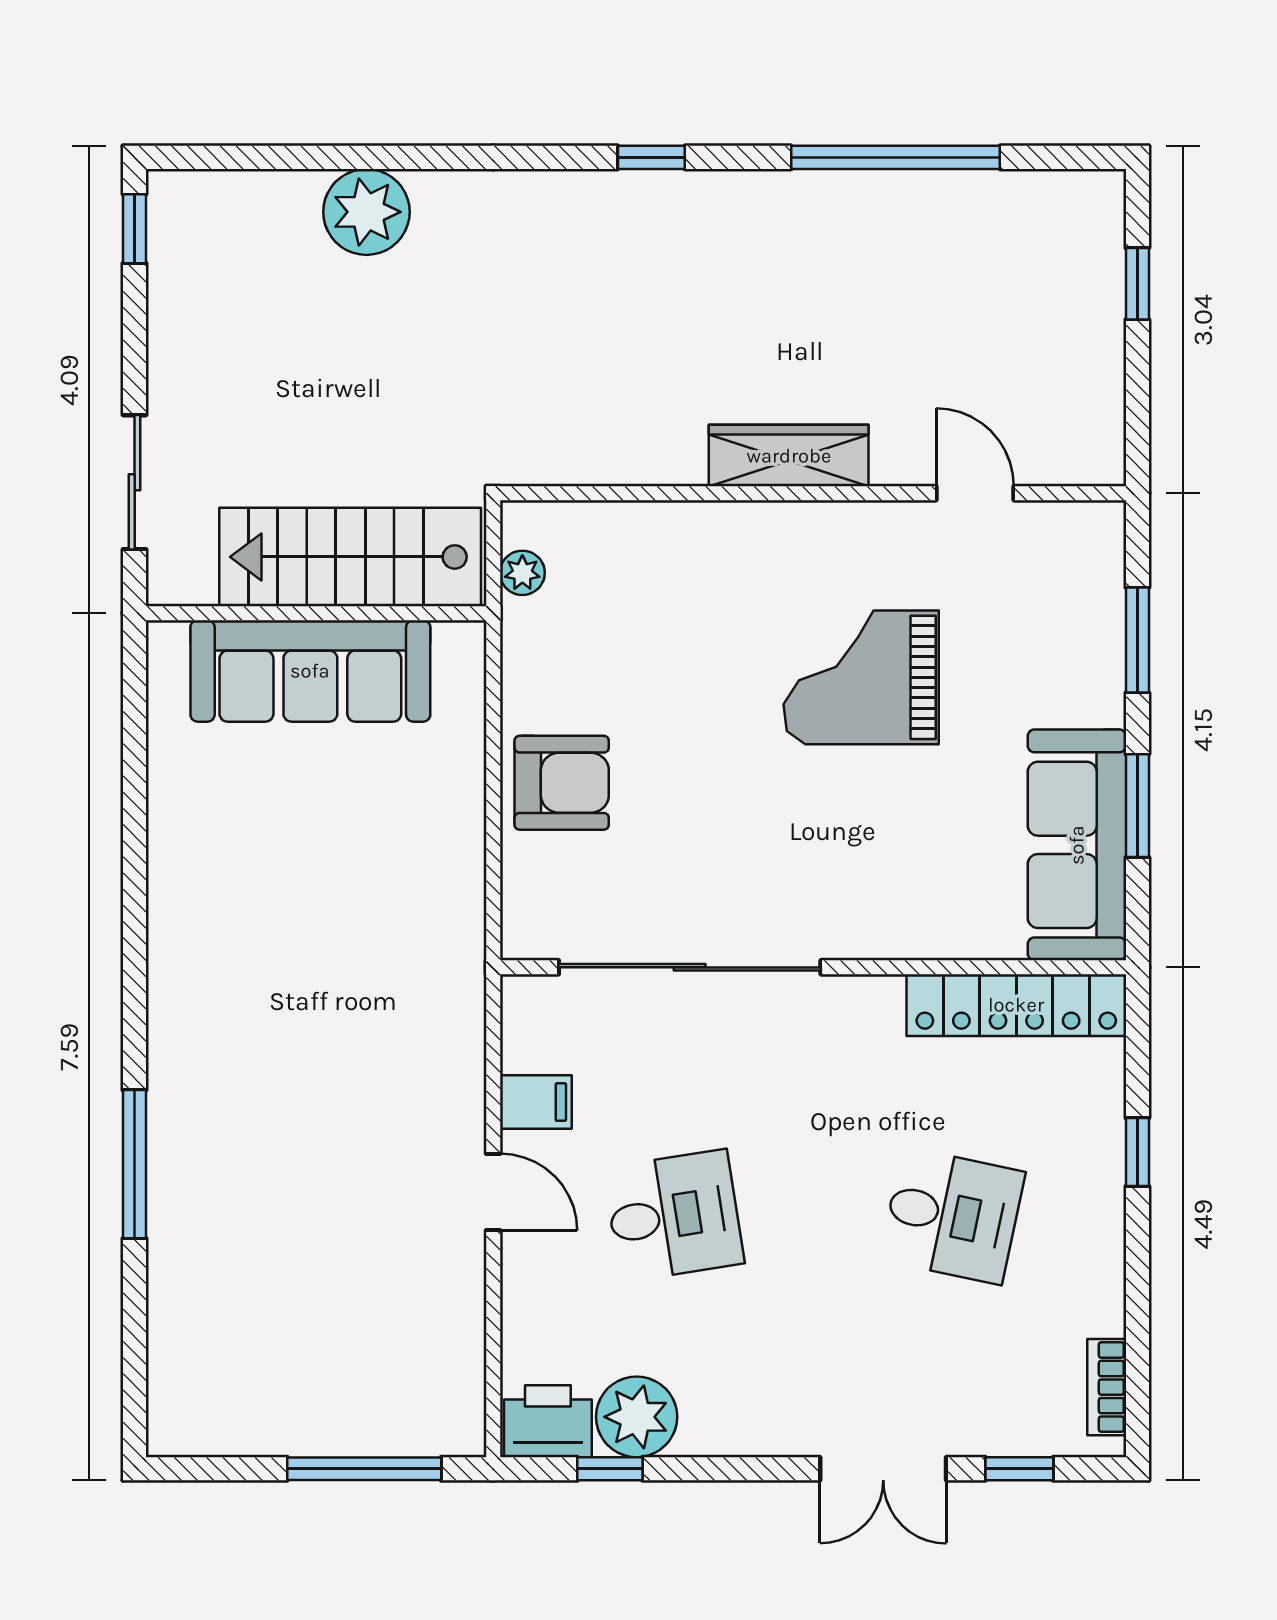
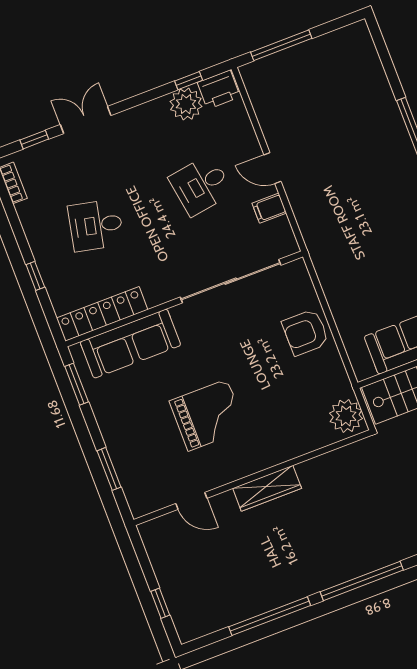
window: (651, 157) -> (362, 581), width x3.17
plant: (522, 573) -> (346, 416), width x1.87, depth x1.87
window: (1137, 806) -> (77, 384), moved
sofa: (1077, 845) -> (130, 344), moved, turned 90

